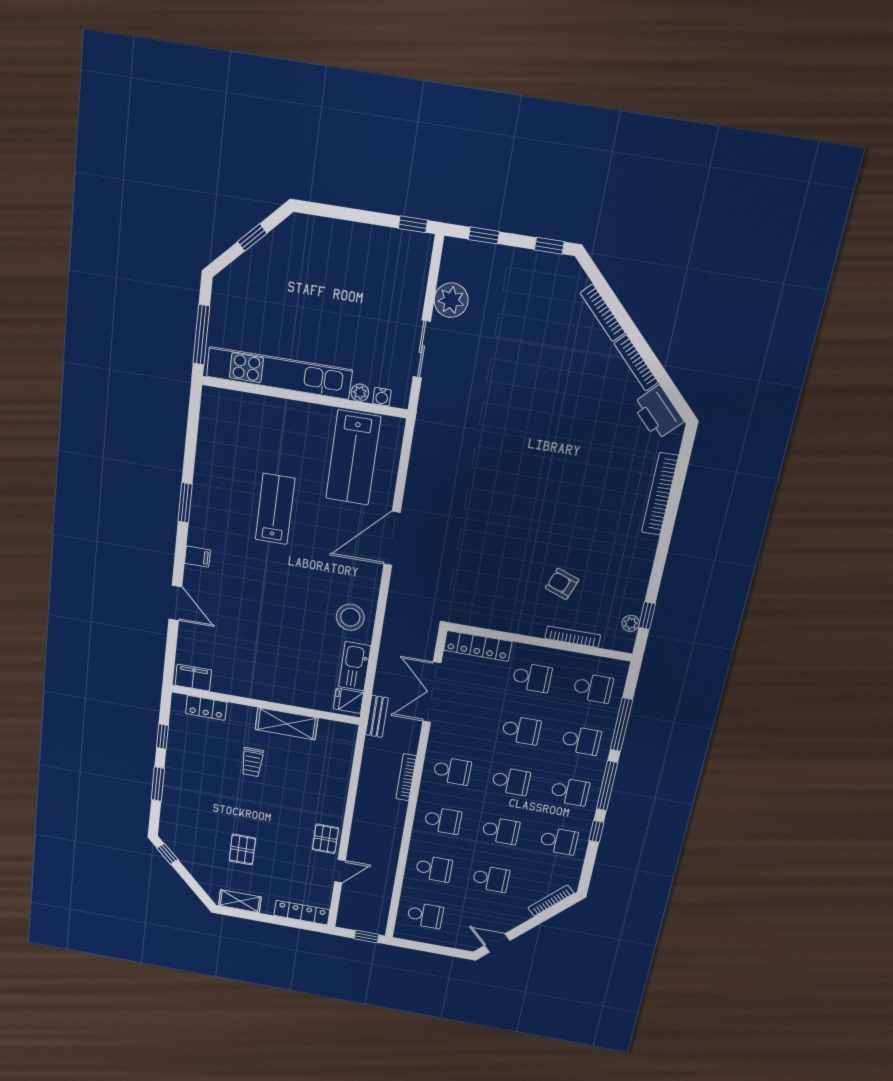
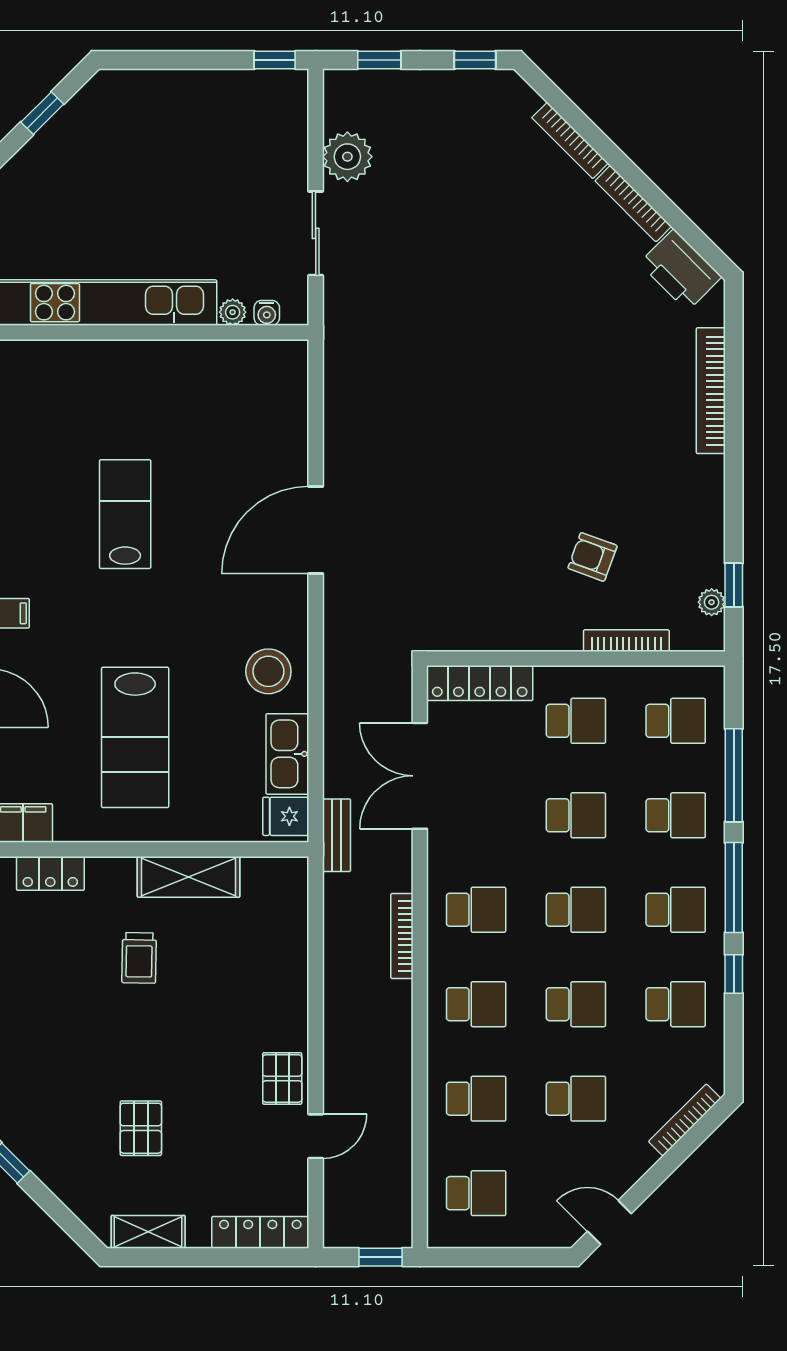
lab bench: (353, 458) -> (135, 737), moved

